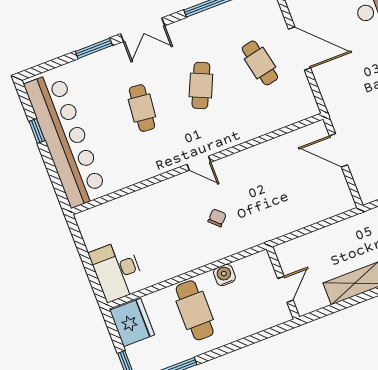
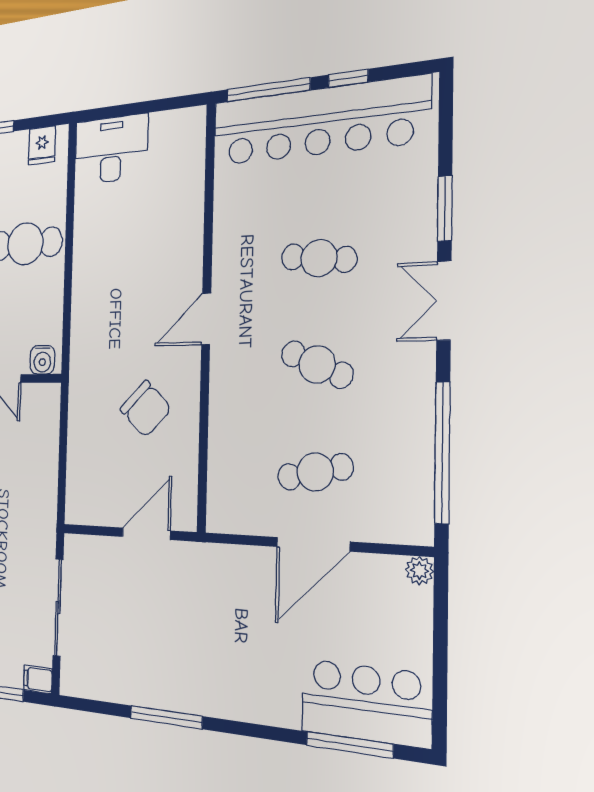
door: (199, 163) -> (206, 319), width x1.37
window: (55, 178) -> (268, 90), added
chair: (217, 218) -> (146, 409), moved, width x1.87, depth x1.87
water cooler: (224, 275) -> (42, 360), moved, turned 90
fridge: (132, 323) -> (42, 145), width x0.53, depth x0.75

